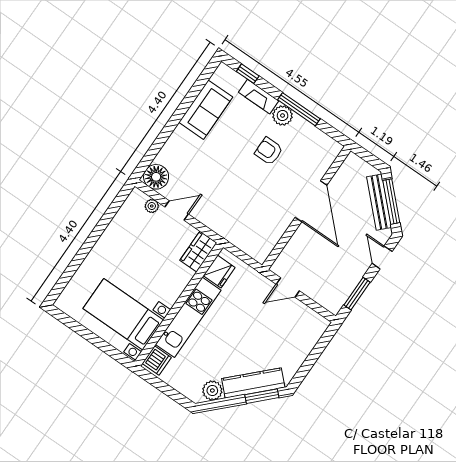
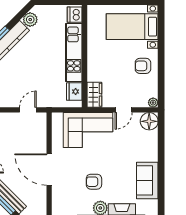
armchair: (269, 151) -> (94, 182), turned 180
plant: (152, 206) -> (153, 103), moved
corner sofa: (234, 216) -> (88, 130), added
armchair: (119, 246) -> (143, 66), added
bed with nightstands: (123, 314) -> (132, 27), moved, turned 180

